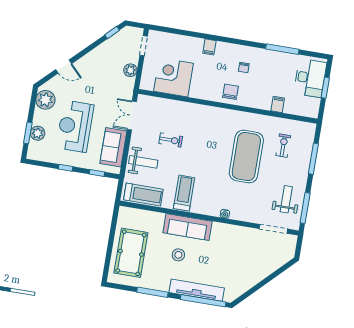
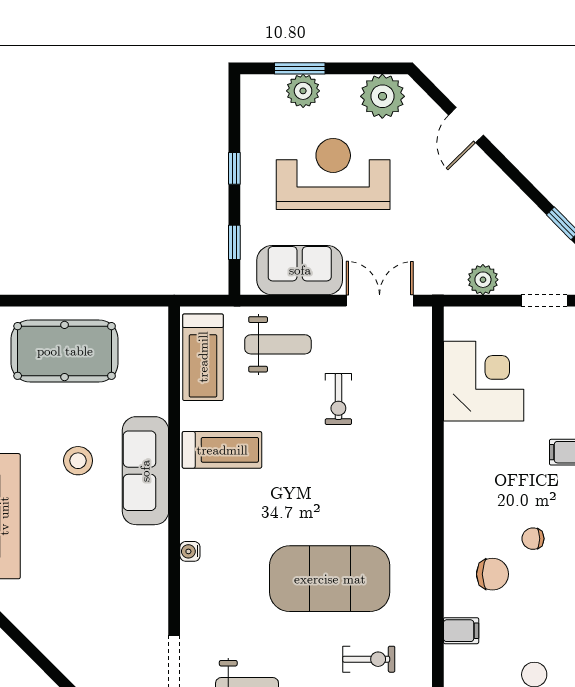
chair: (230, 92) -> (492, 574), moved
weight bench: (143, 162) -> (278, 344), turned -90

